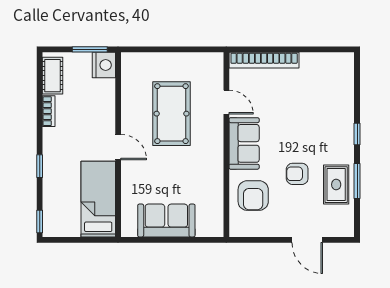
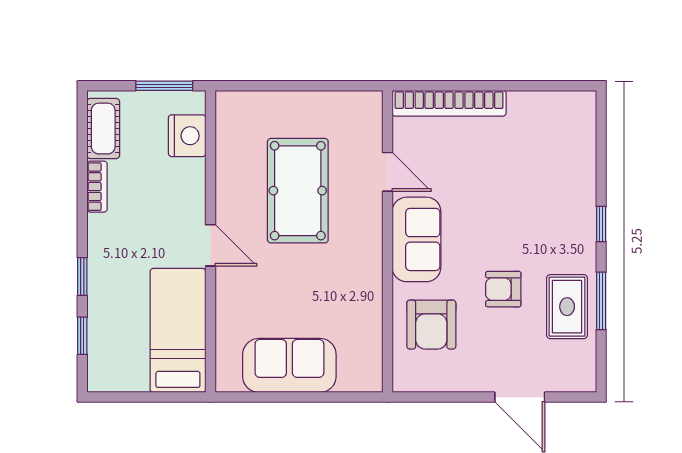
nightstand: (104, 65) -> (187, 136), moved
window: (40, 221) -> (82, 336), moved

